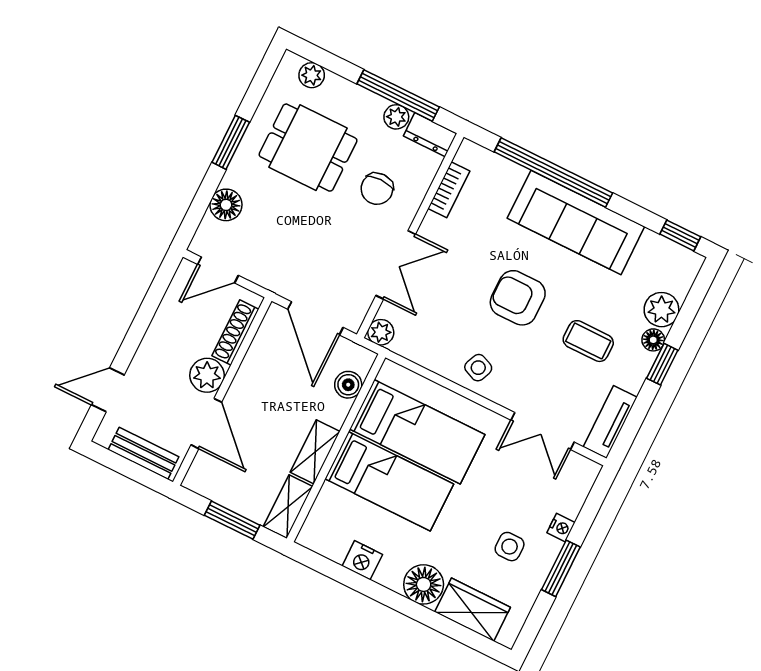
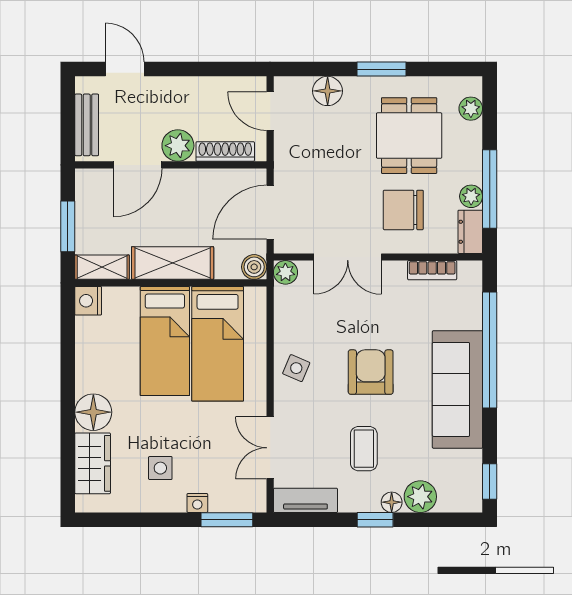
chair: (377, 189) -> (403, 210), width x1.37, depth x1.37
boiler: (348, 385) -> (254, 267), moved
shelving: (315, 452) -> (173, 263), width x1.50, depth x1.33
nightstand: (362, 560) -> (88, 301), moved
window: (561, 568) -> (227, 520), moved

